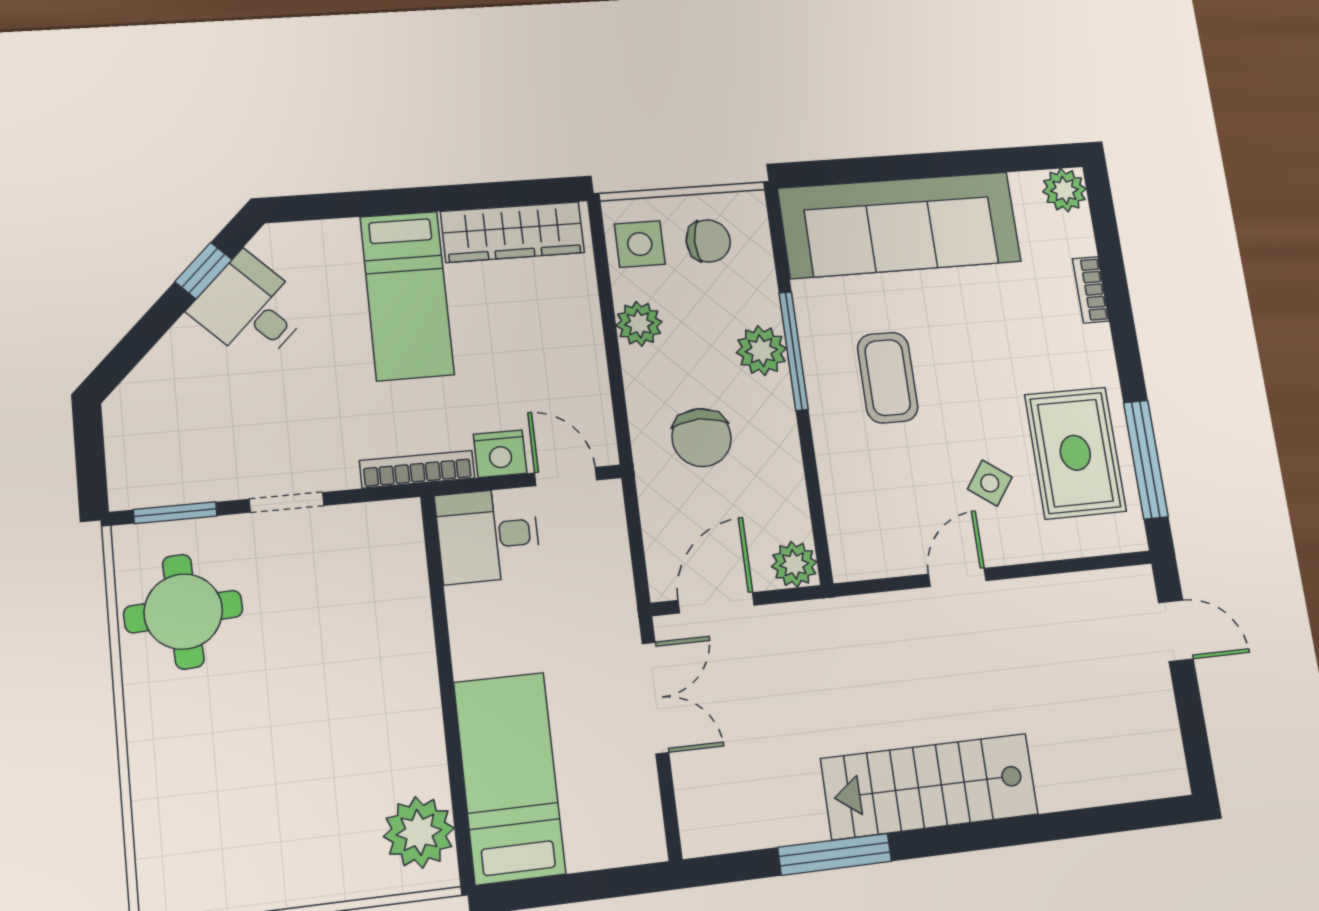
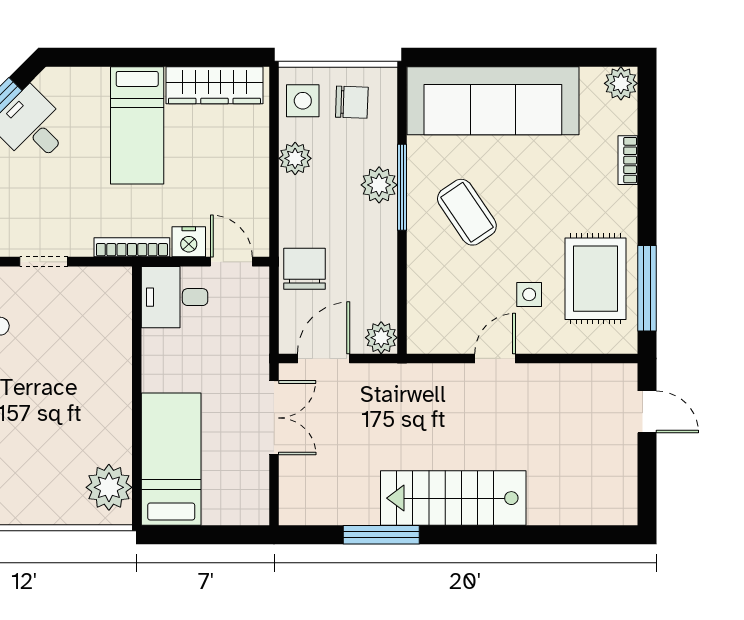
coffee table: (888, 378) -> (467, 212), turned -34
chair: (702, 438) -> (305, 269), moved, turned 180
side table: (990, 483) -> (529, 294), turned -36

